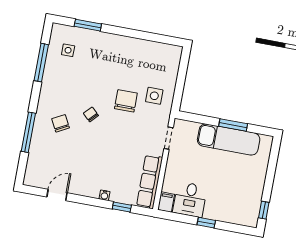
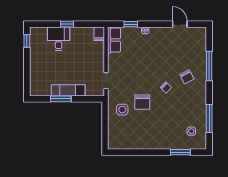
exam couch: (229, 140) -> (68, 90), width x0.73, depth x0.69
row of seats: (150, 182) -> (114, 40), width x0.68
door: (57, 195) -> (180, 24), swing flipped
desk: (190, 200) -> (59, 39), moved

